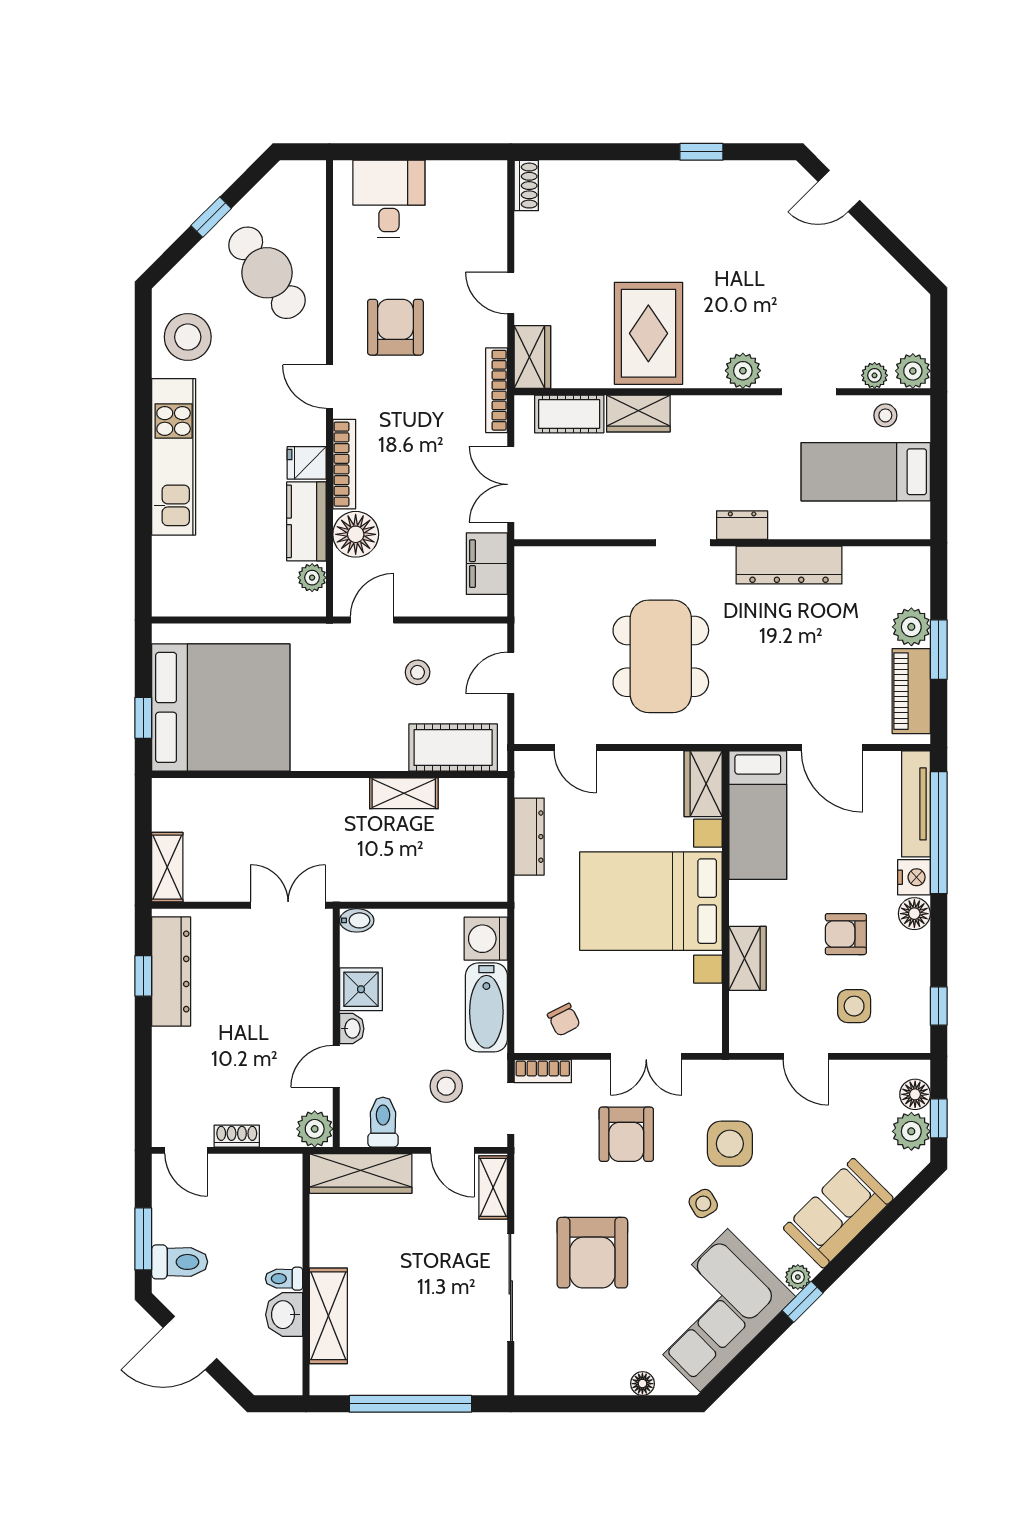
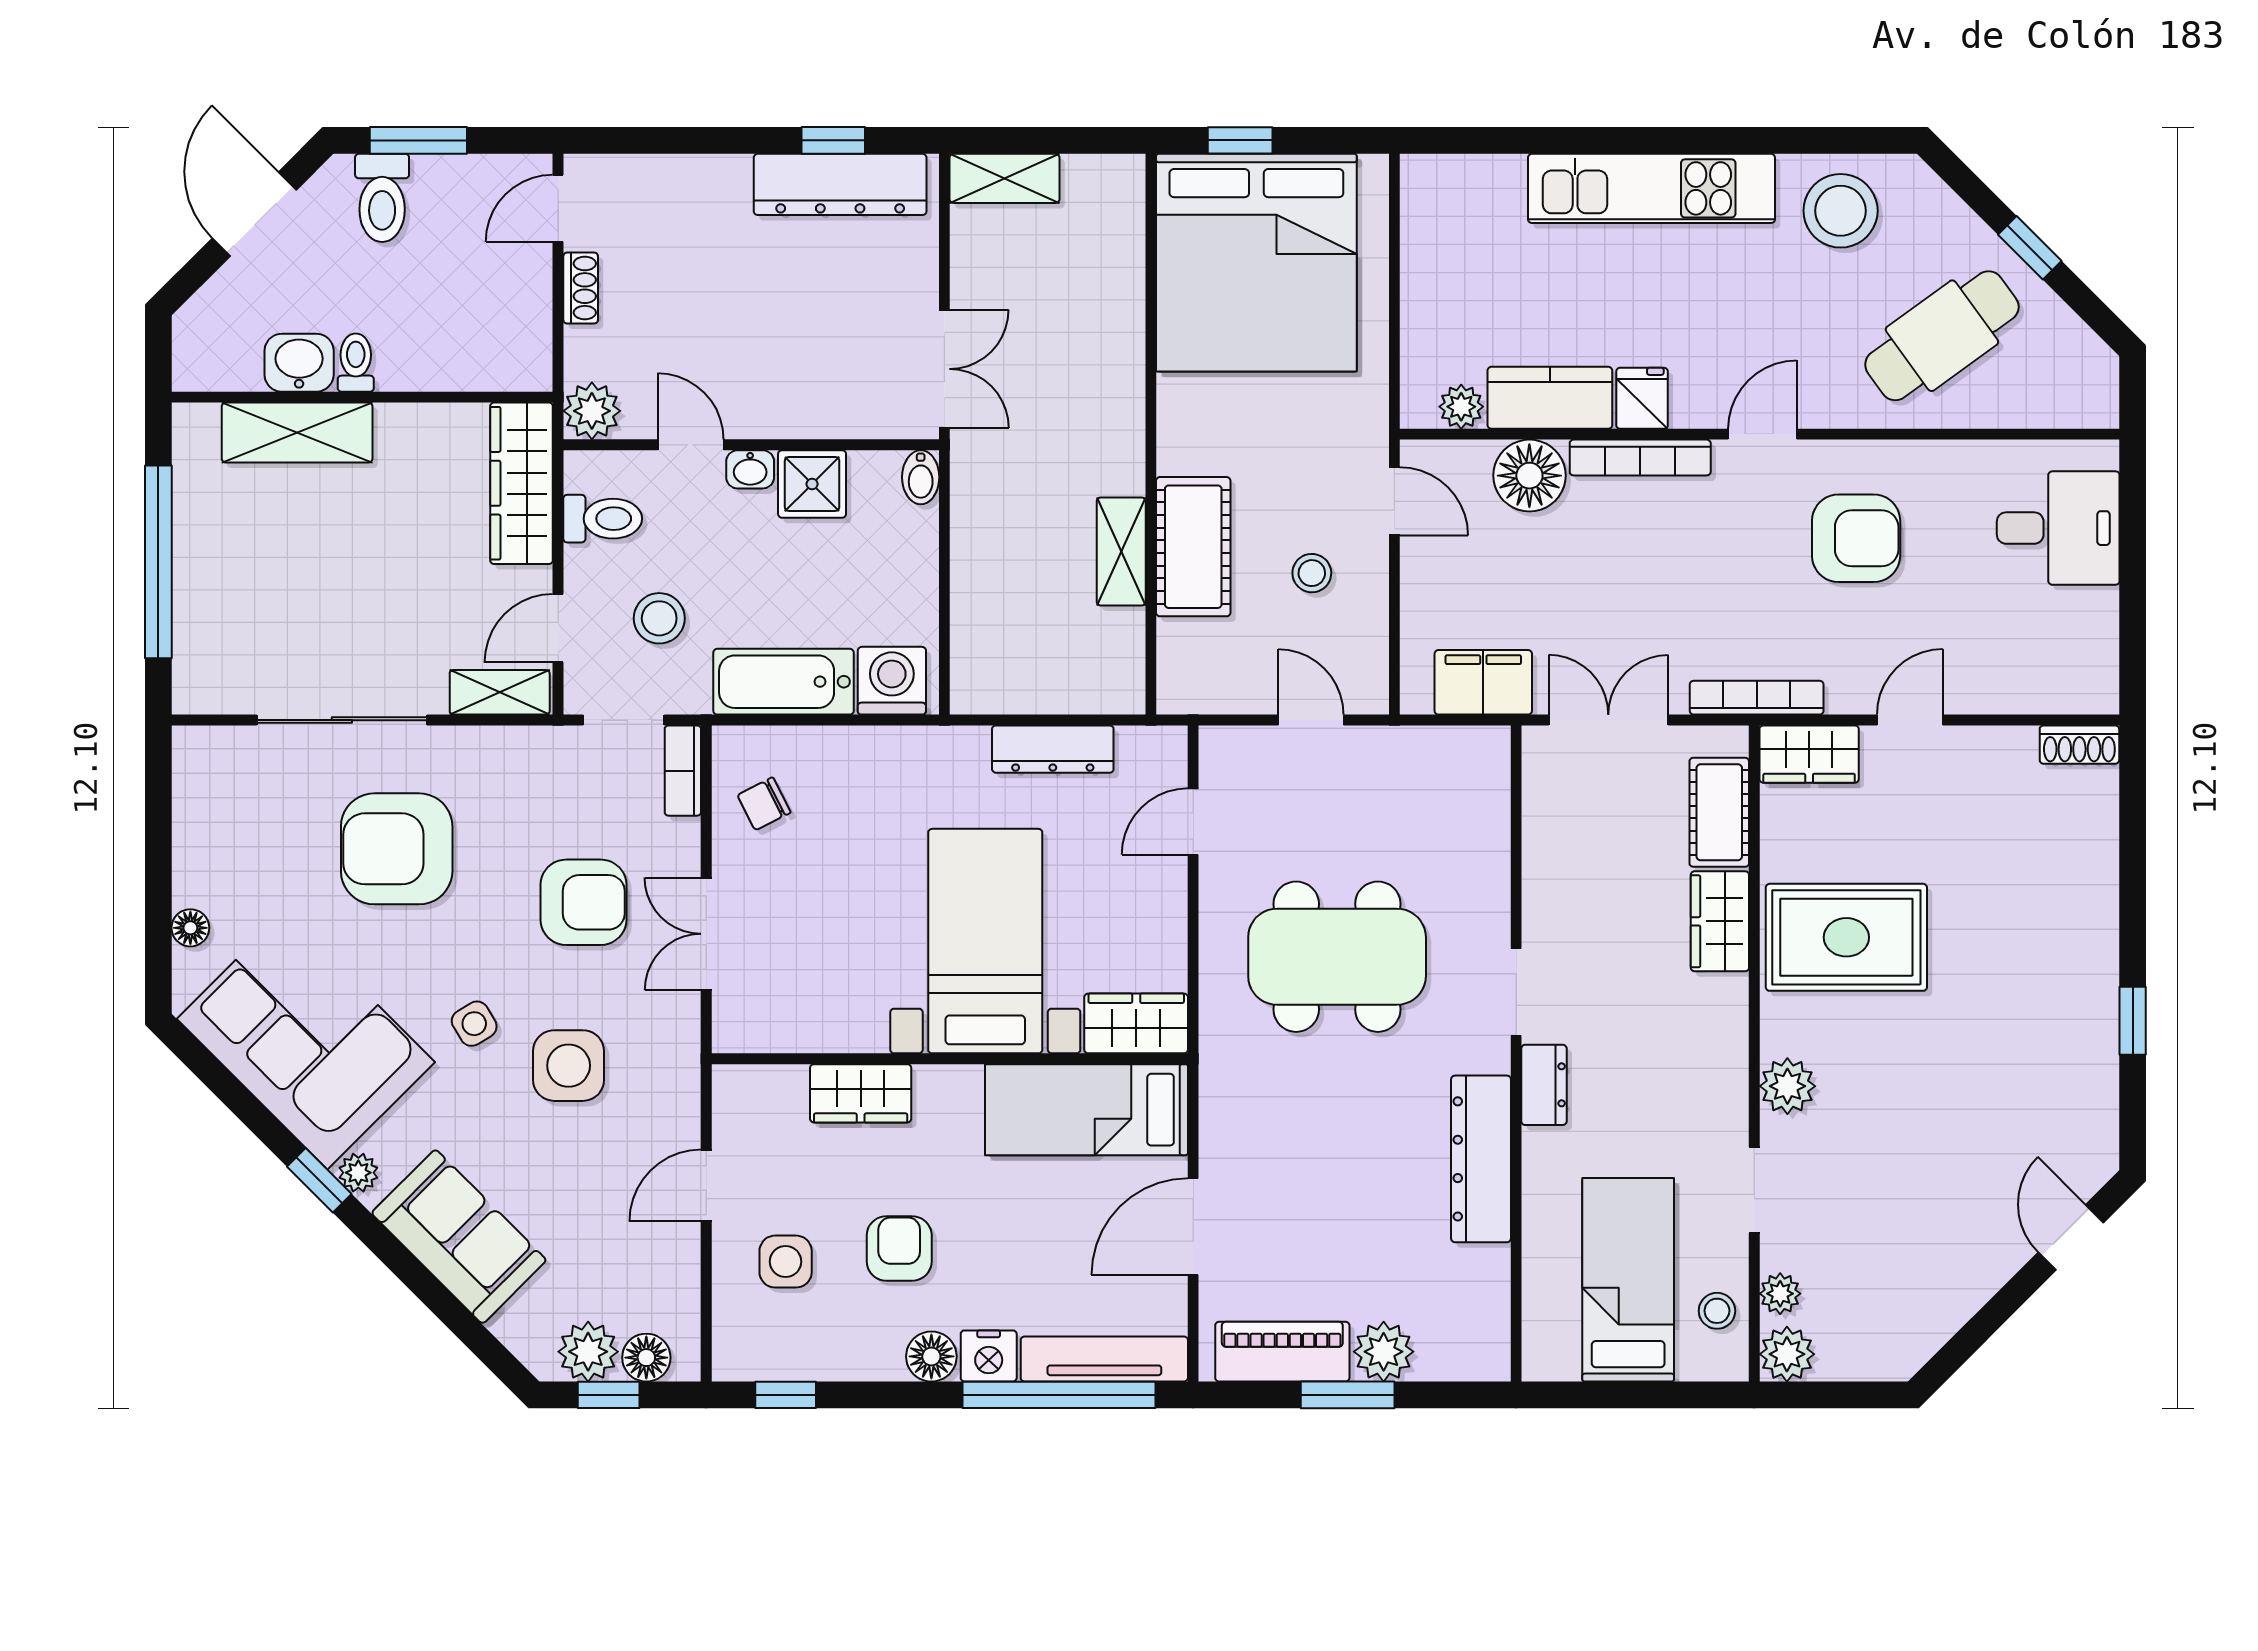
cot: (453, 748) -> (1193, 547), moved
bed with nightstands: (651, 901) -> (985, 941), width x0.73
armchair: (626, 1134) -> (583, 902), turned 180

